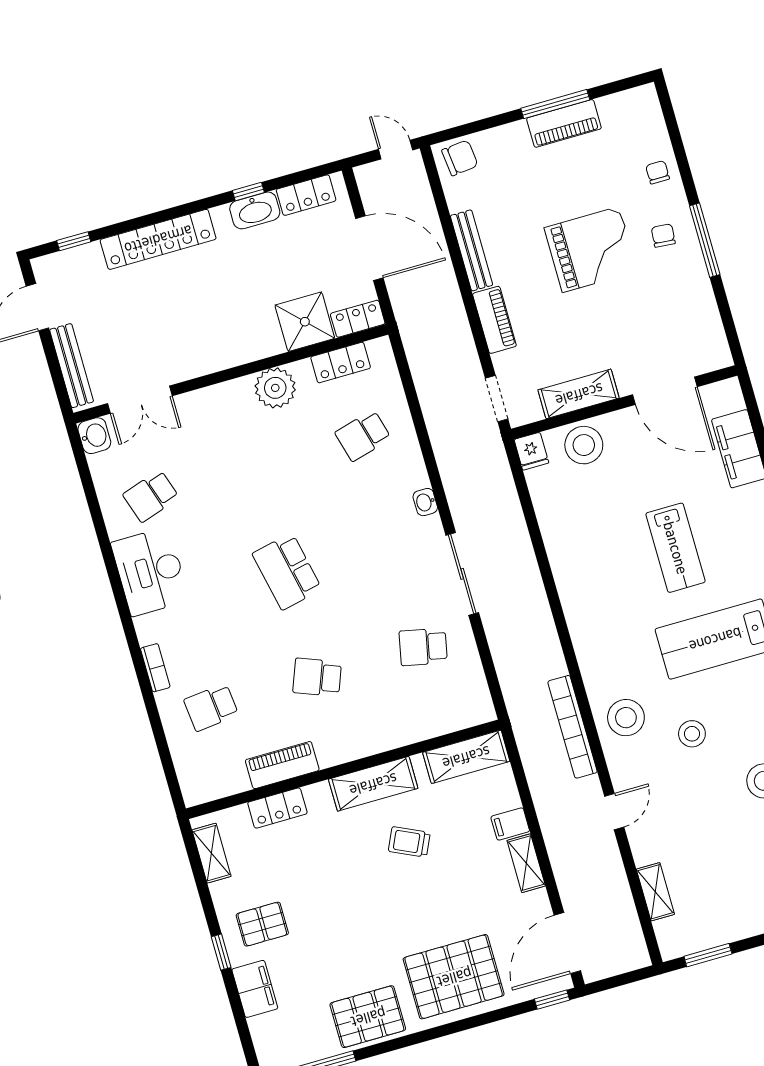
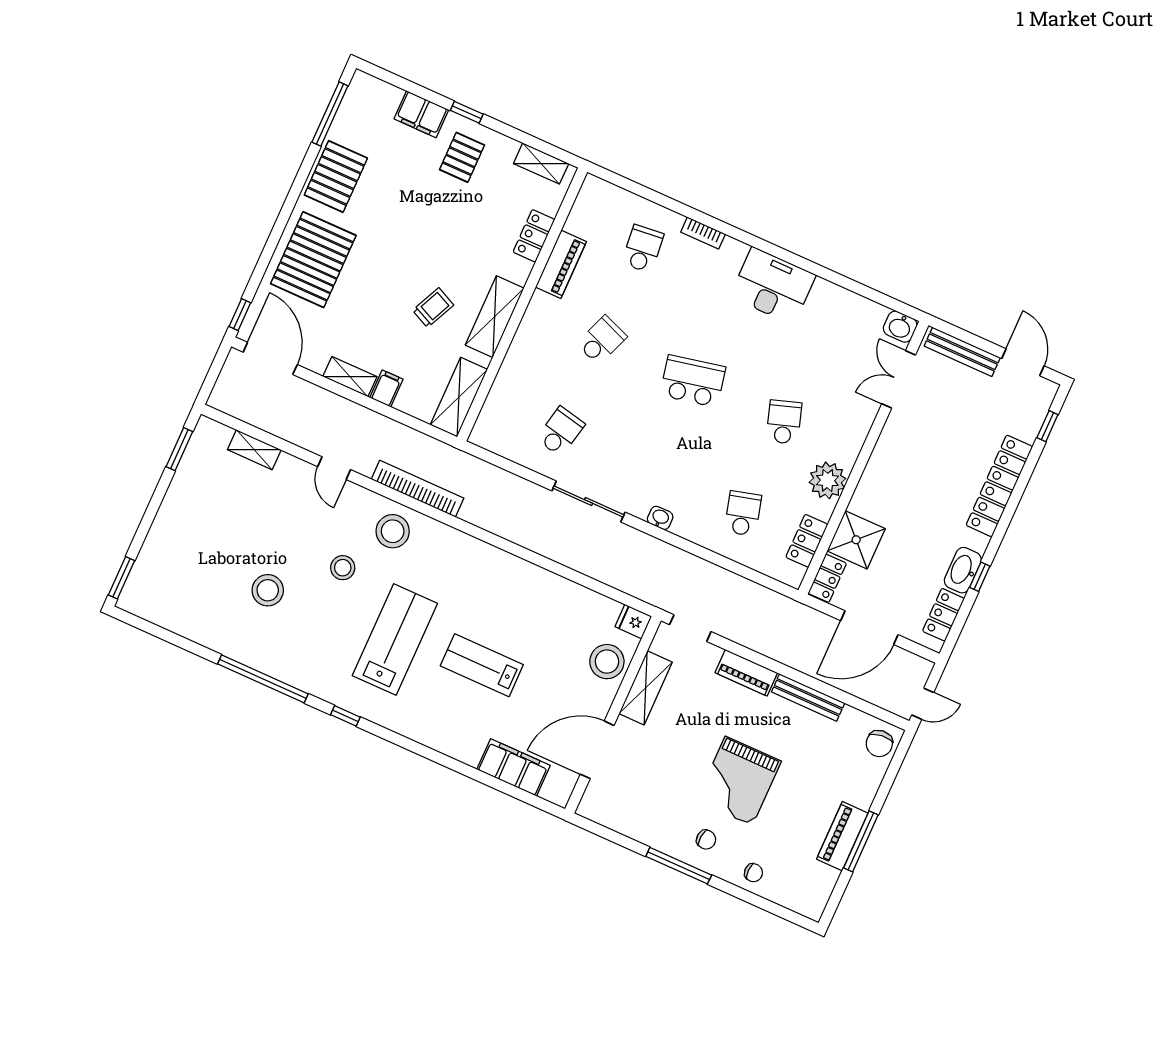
school desk: (151, 496) -> (784, 422), moved

